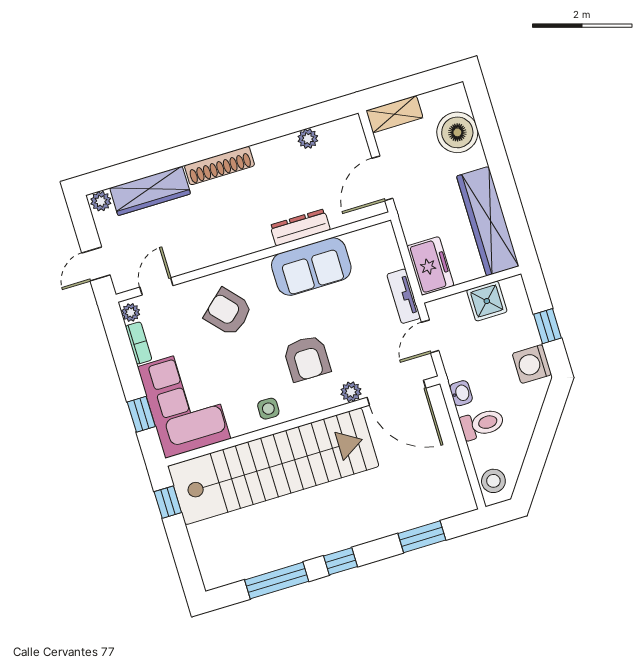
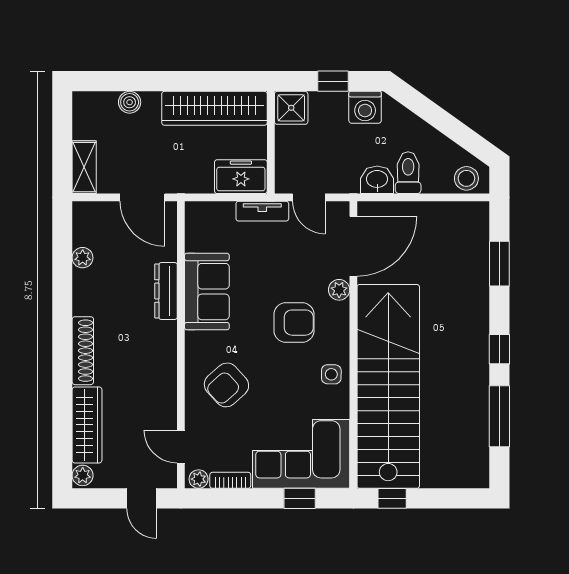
boiler: (457, 132) -> (130, 102), width x0.54, depth x0.54
shower: (487, 301) -> (291, 108), moved
washbasin: (461, 393) -> (377, 180), width x1.38, depth x1.45

